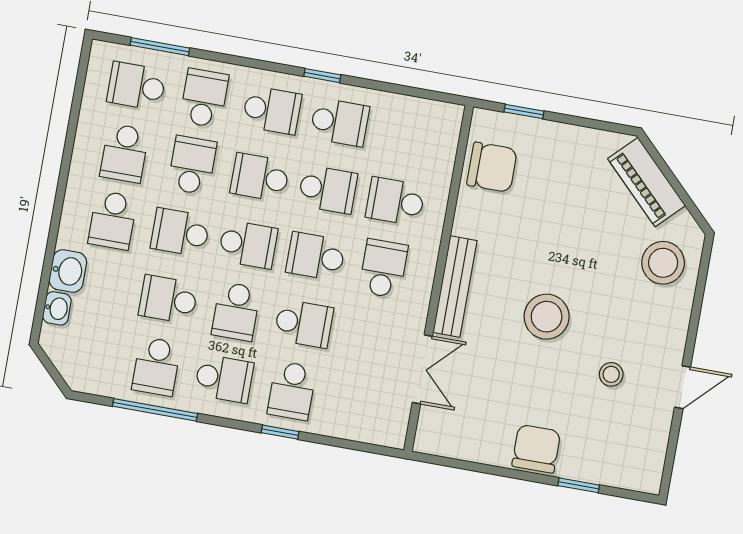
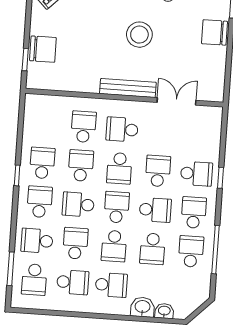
school desk: (192, 165) -> (75, 243), turned 90
chair: (492, 167) -> (43, 49), moved, turned 90
school desk: (260, 177) -> (78, 204), turned 90
school desk: (395, 201) -> (84, 127), turned 180
school desk: (156, 367) -> (191, 251), turned -90

